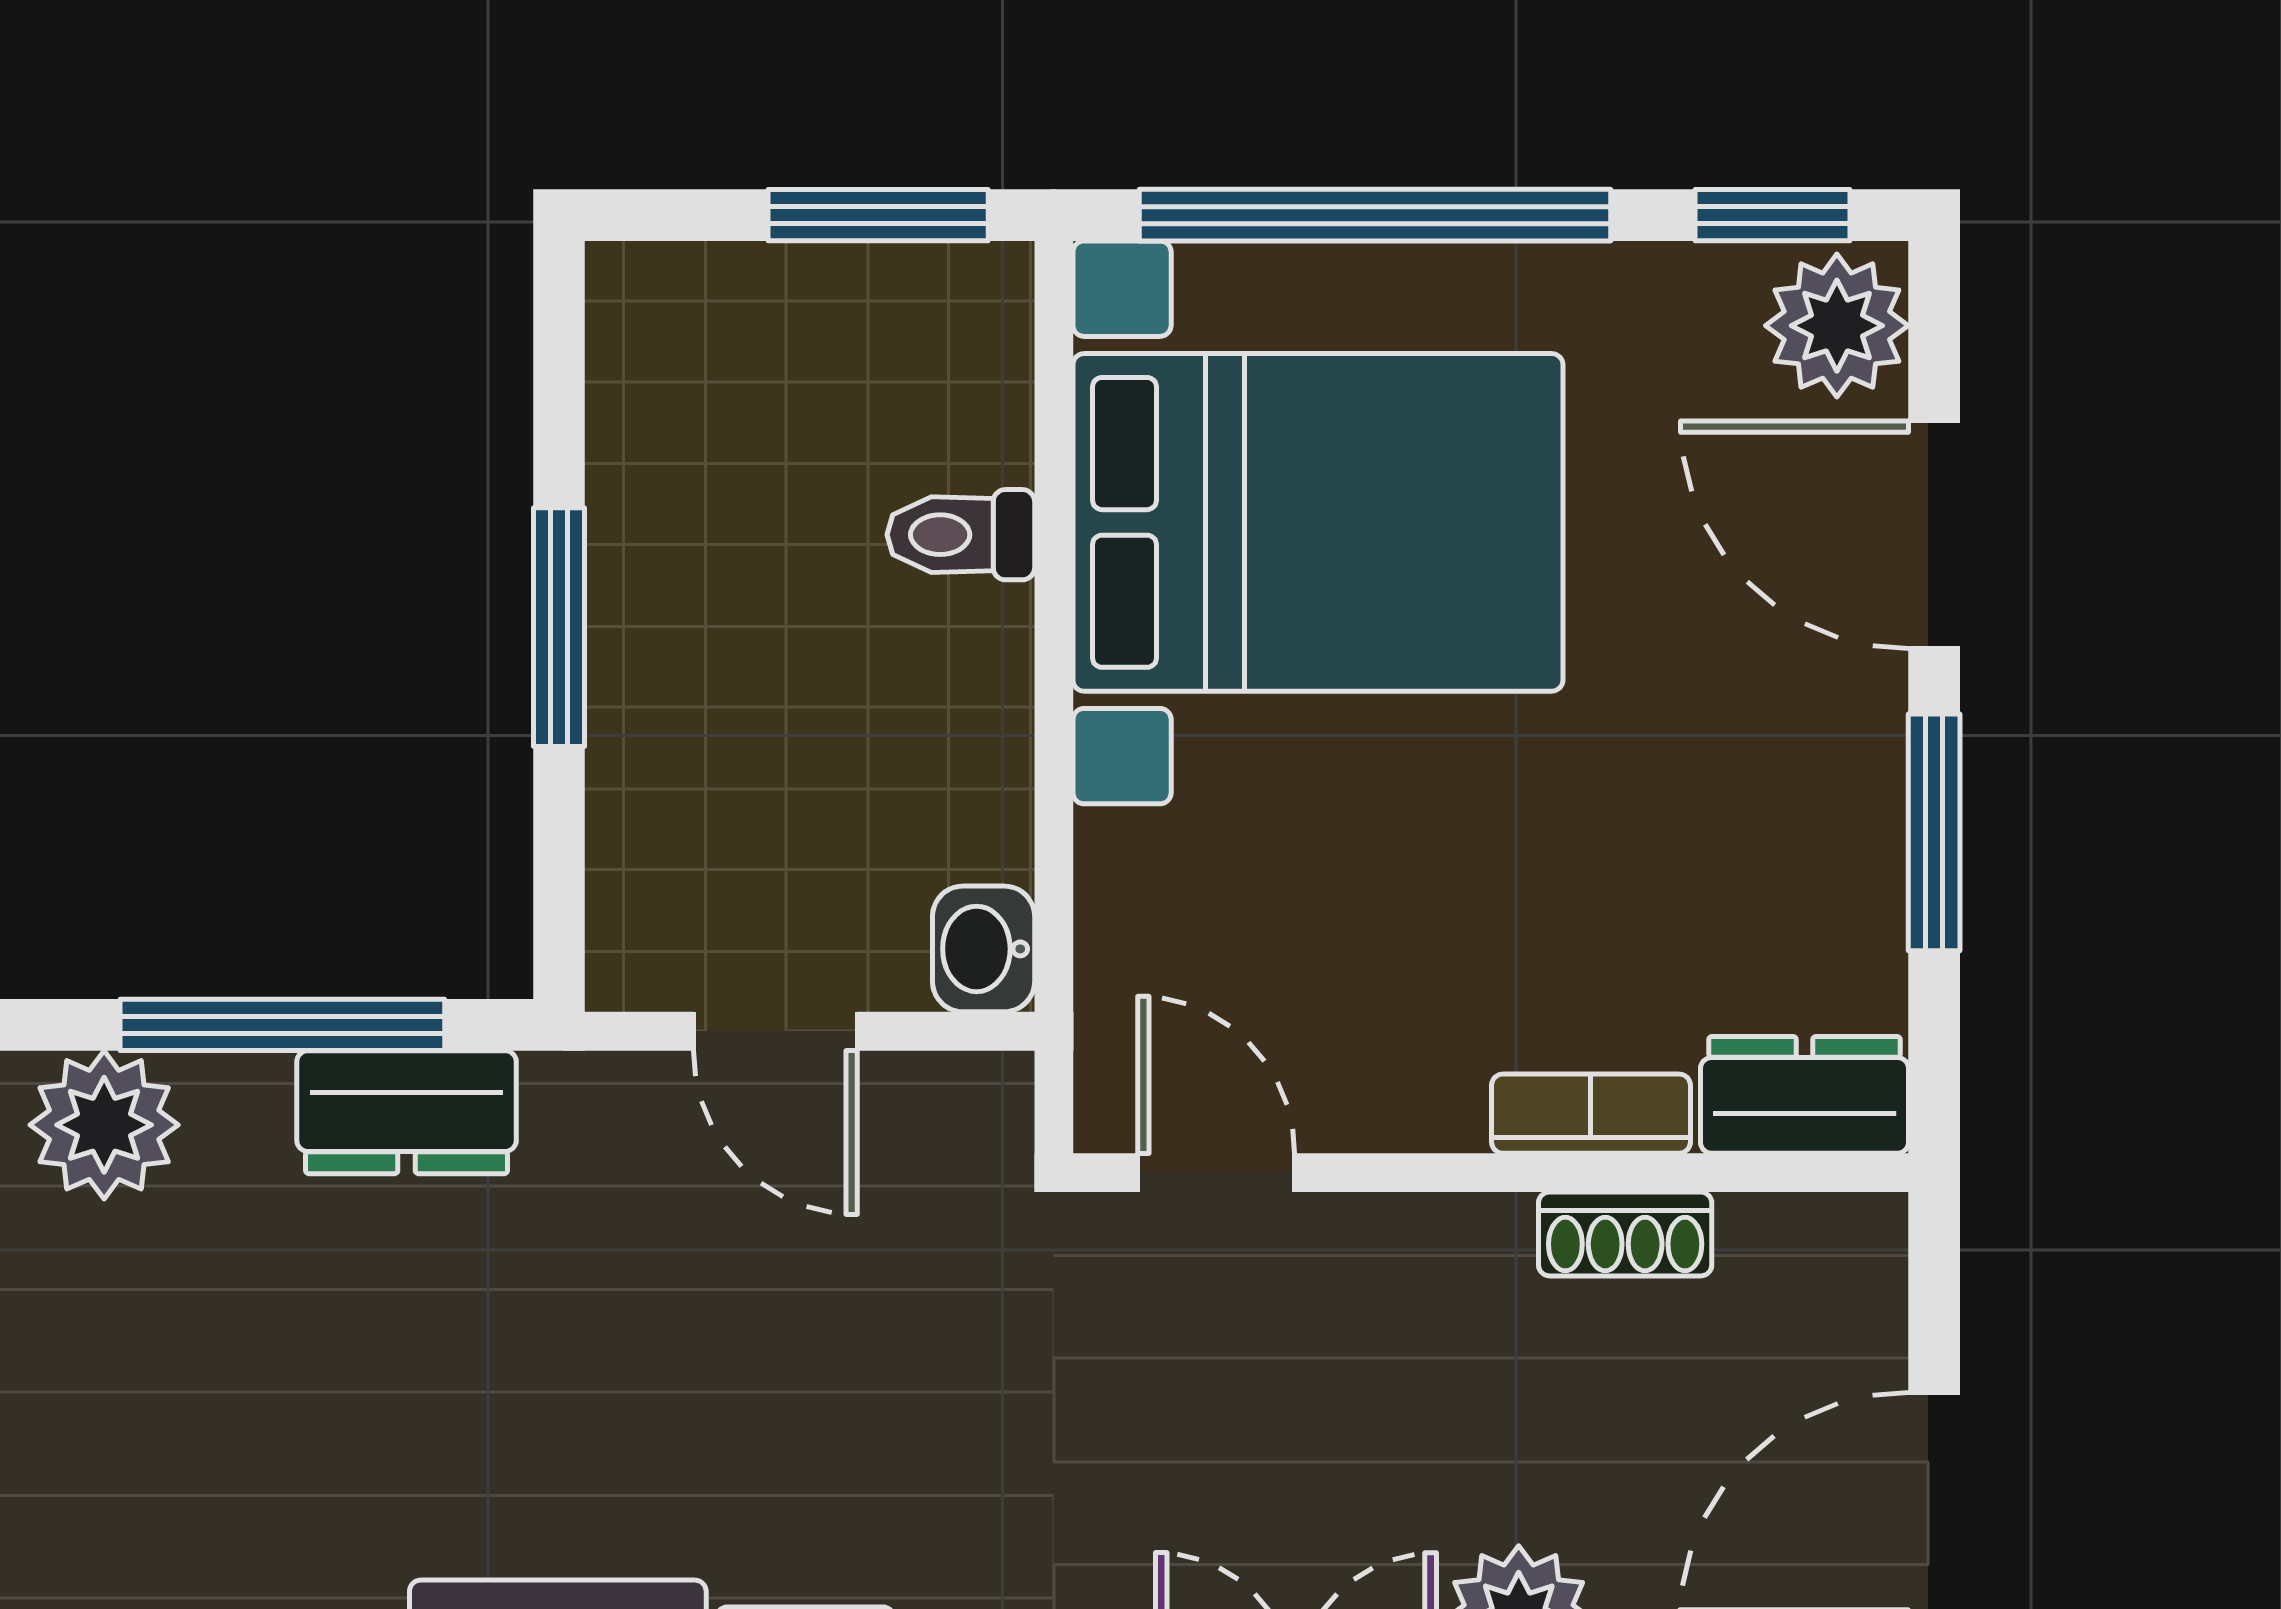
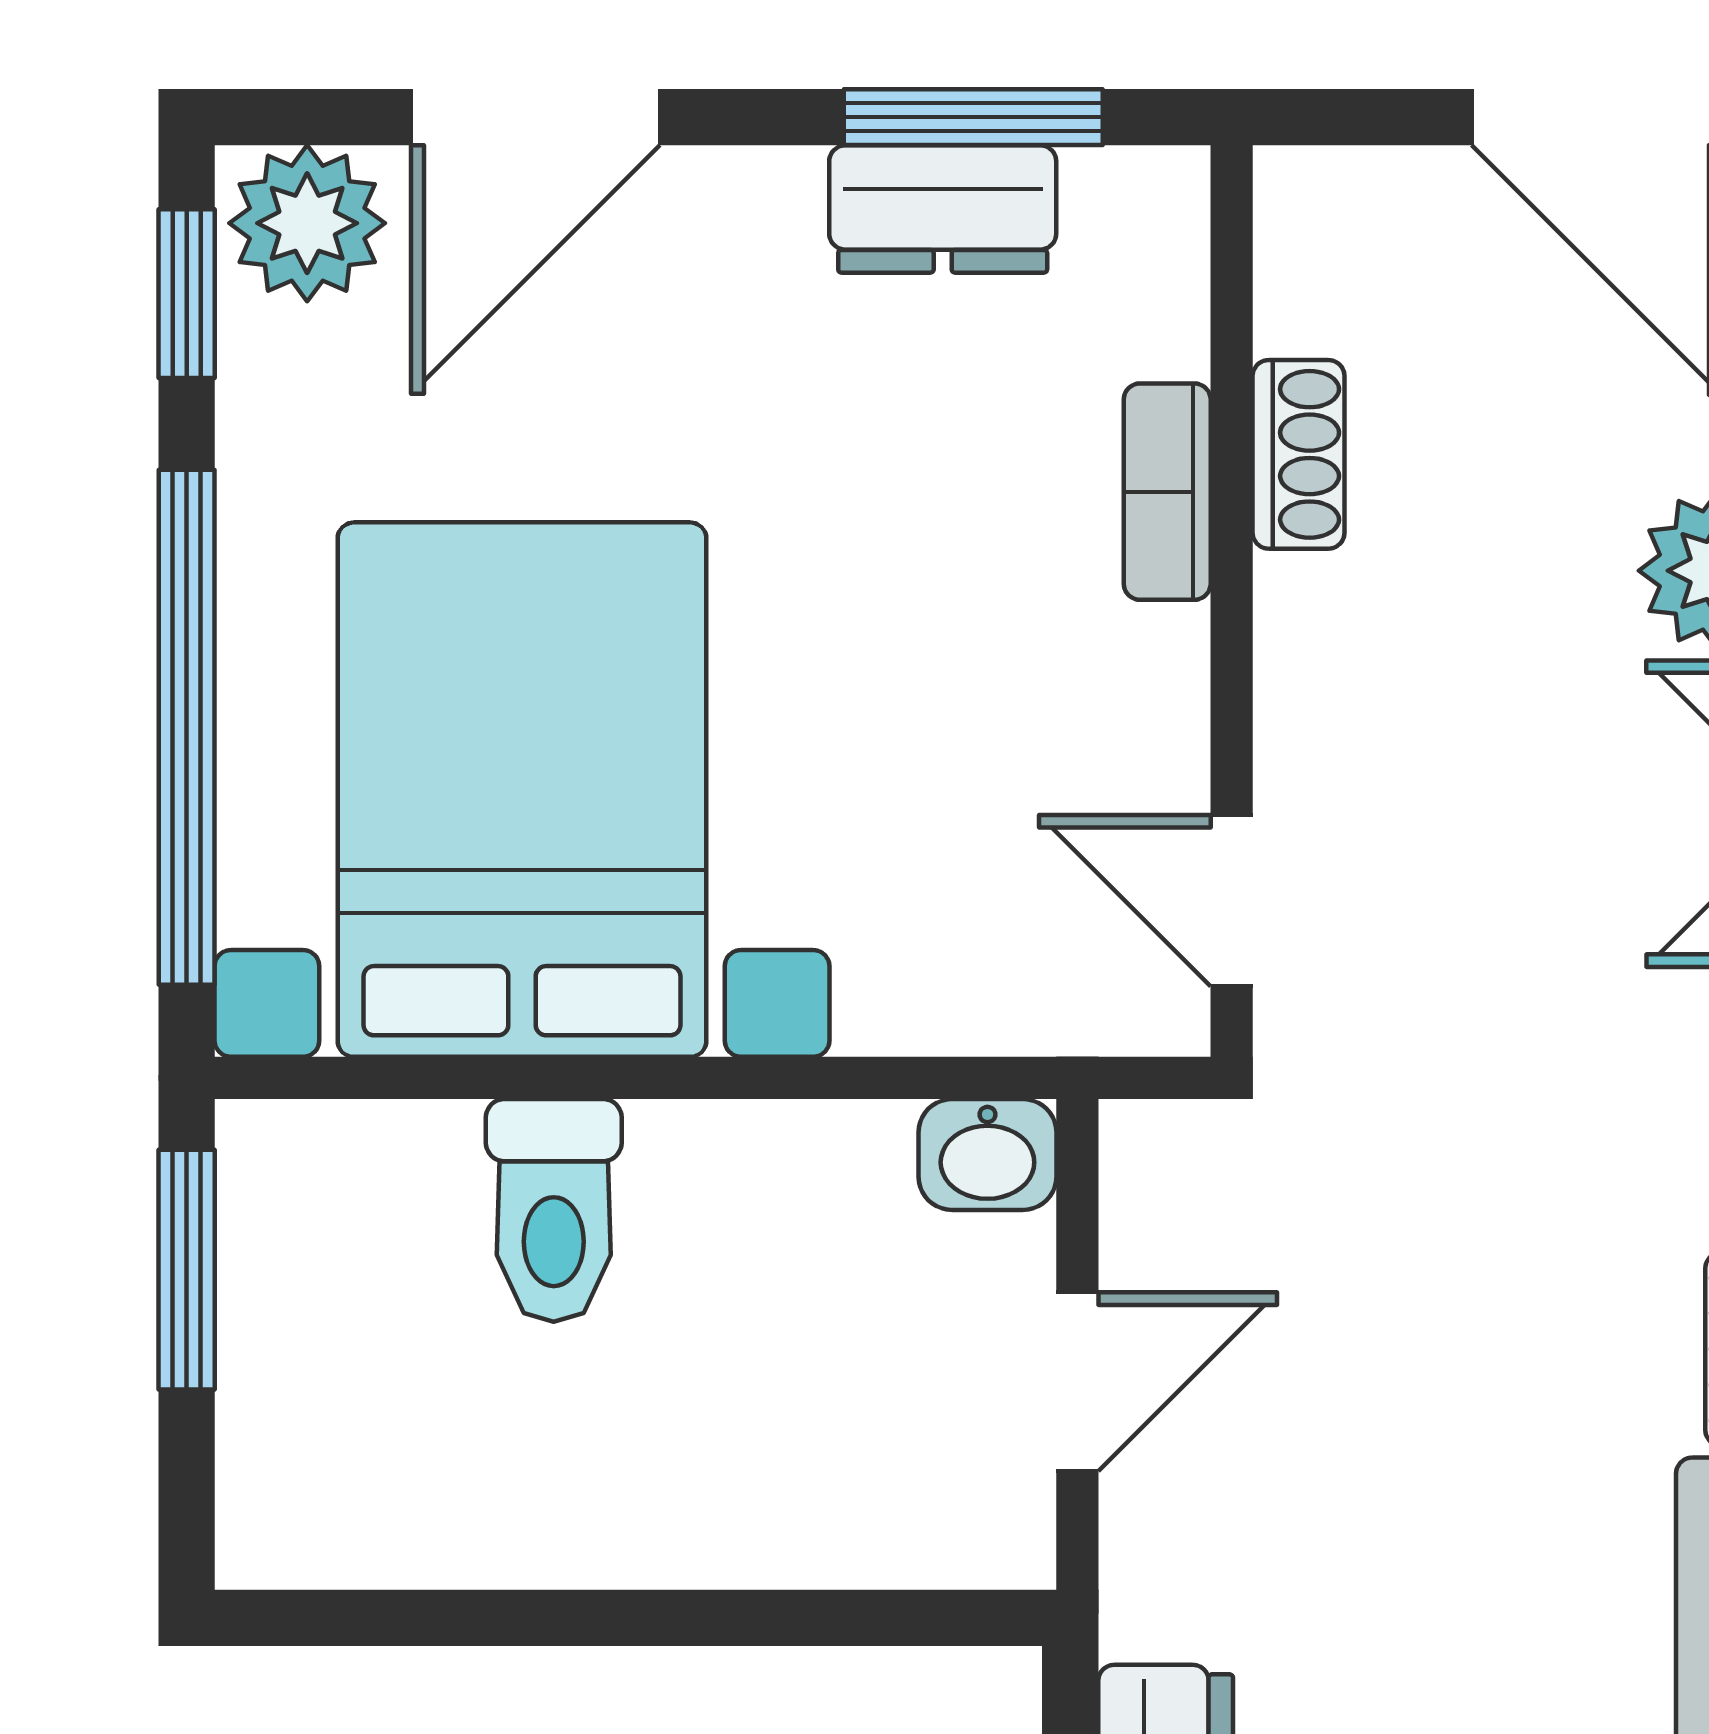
toilet: (961, 535) -> (554, 1210), width x1.37, depth x1.39
window: (559, 627) -> (636, 1618), removed
window: (1934, 832) -> (973, 117), moved
dresser: (1805, 1095) -> (943, 209), moved, turned -90
door: (1216, 1173) -> (1232, 901), hinge flipped

